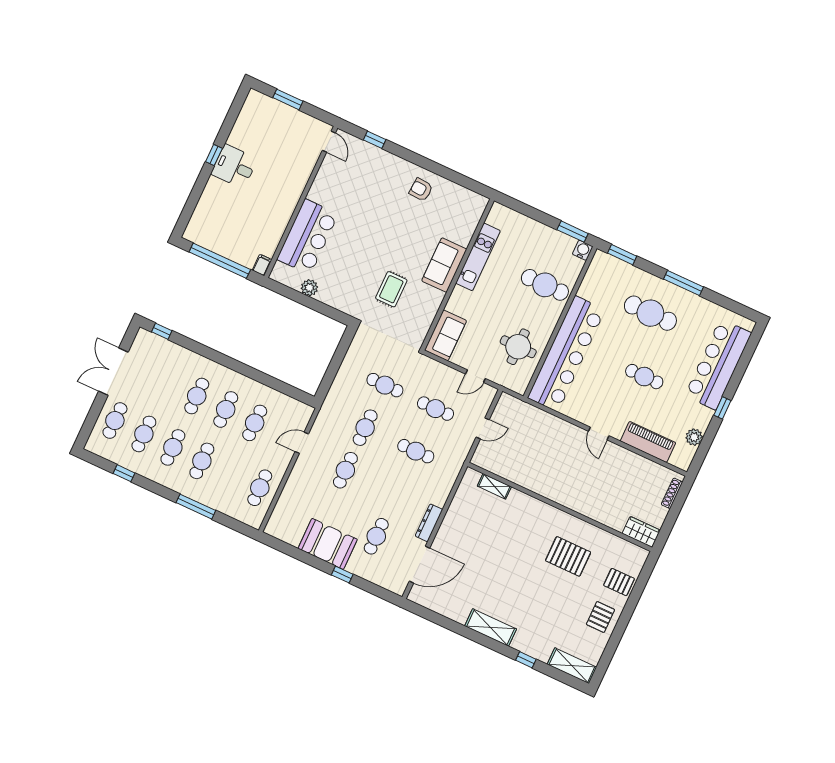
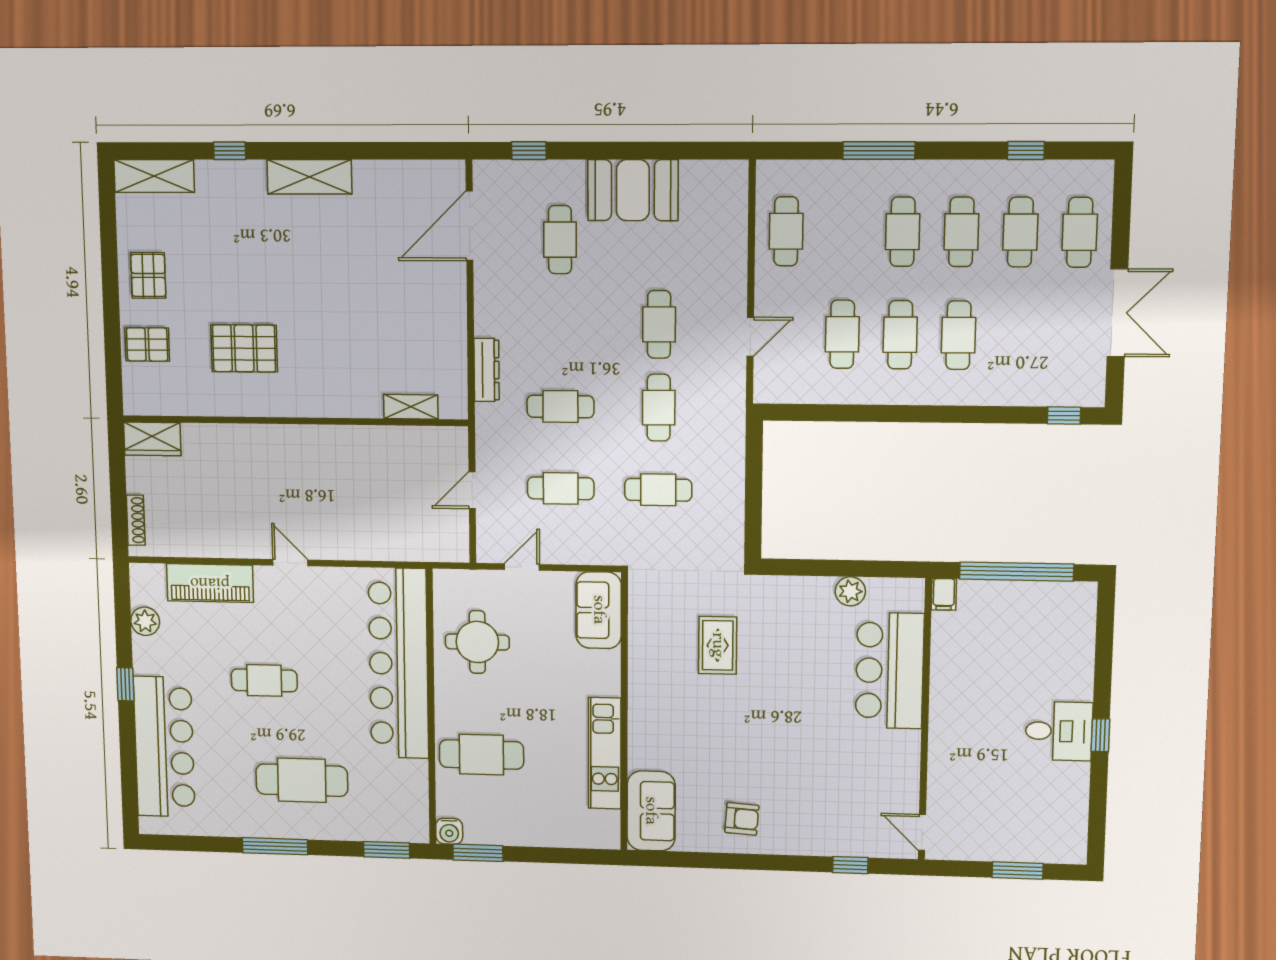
sofa: (444, 265) -> (651, 811), moved
dresser: (429, 523) -> (487, 370), moved
window: (342, 575) -> (529, 151), moved

